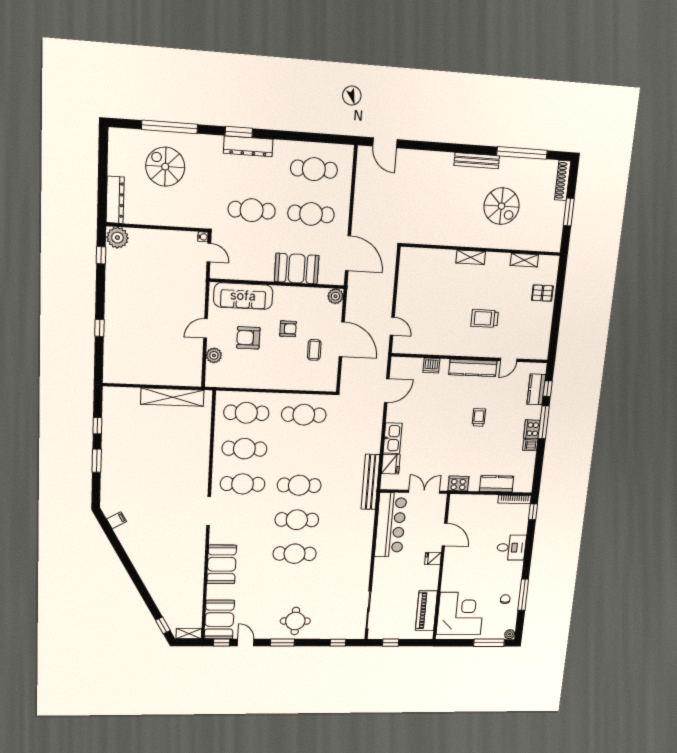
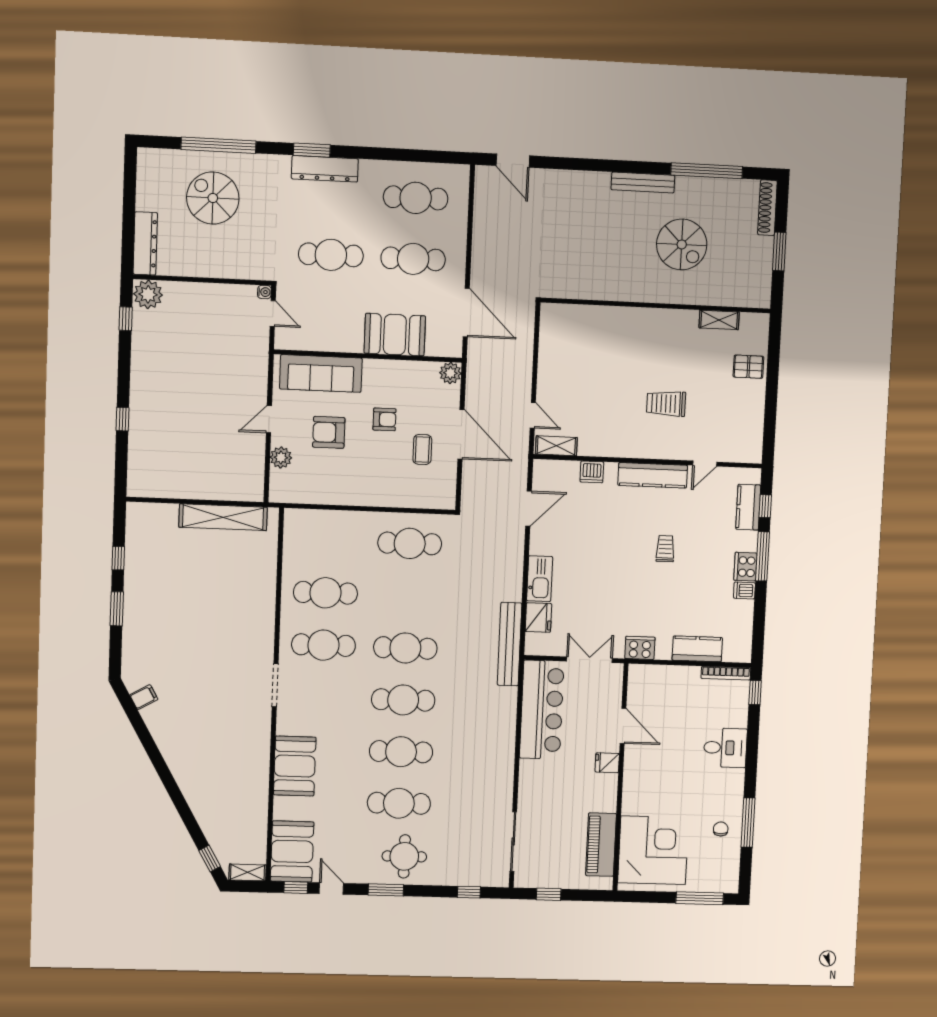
shelving: (471, 257) -> (556, 446), moved
cafe table: (246, 413) -> (399, 803), moved
plant: (510, 634) -> (731, 885), removed

